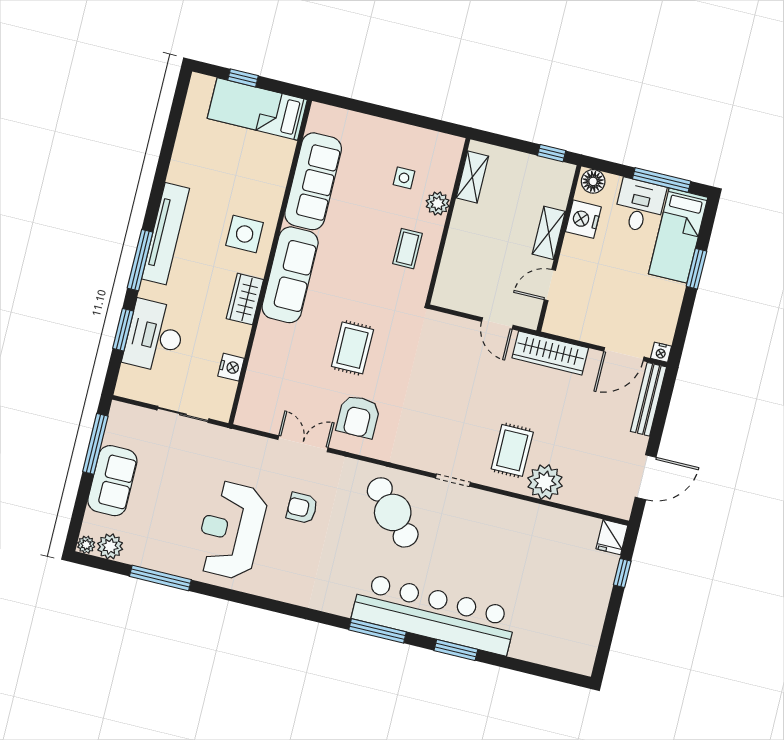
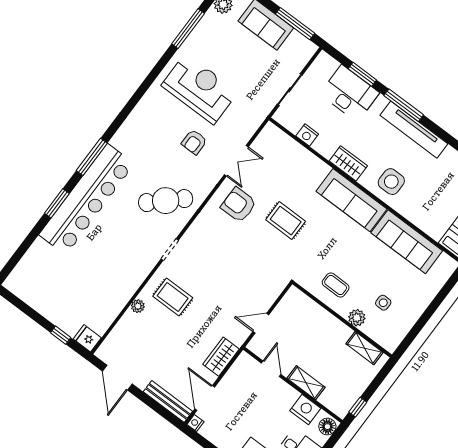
wardrobe: (550, 353) -> (221, 357), width x0.67
plant: (545, 482) -> (138, 306), width x0.53, depth x0.53
armchair: (302, 508) -> (194, 142), turned 180

